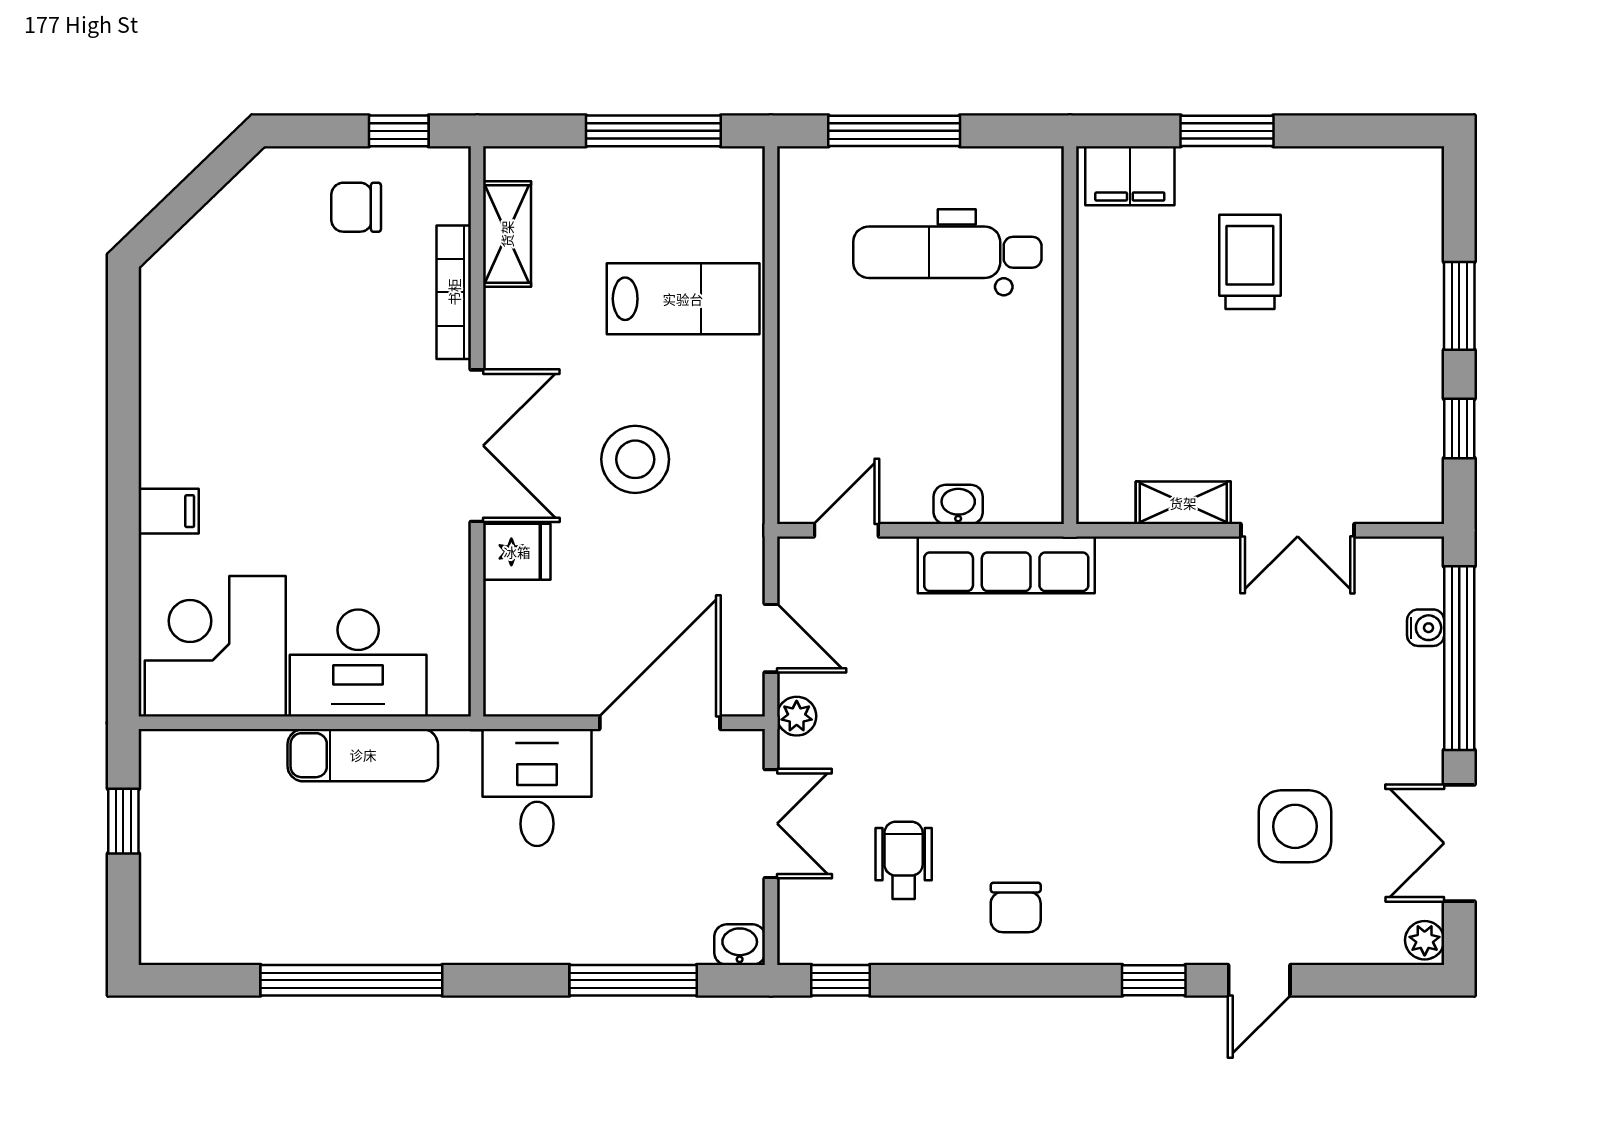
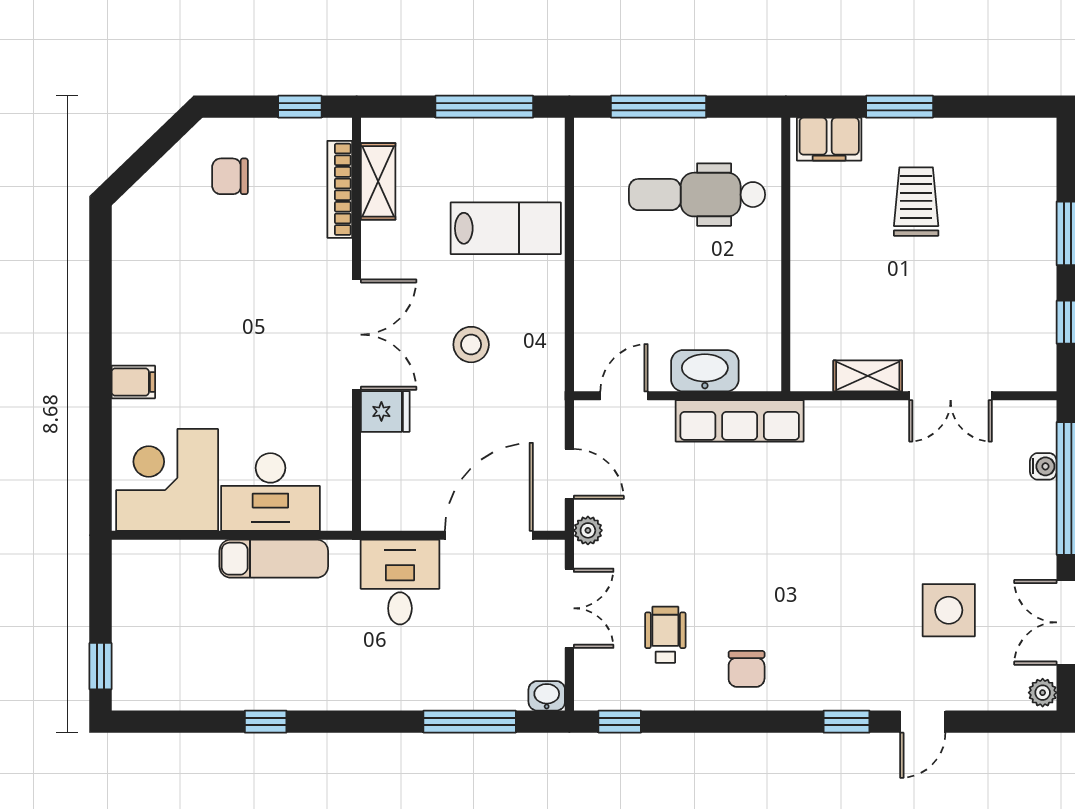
chair: (356, 207) -> (230, 176), moved
bookcase: (454, 292) -> (340, 189), moved
stool: (635, 459) -> (471, 345), width x0.73, depth x0.73
washbasin: (958, 504) -> (705, 371), width x1.91, depth x1.45
window: (123, 821) -> (101, 666), moved
window: (351, 980) -> (266, 722), width x0.32

